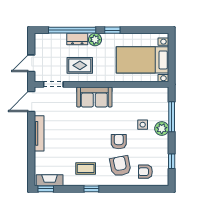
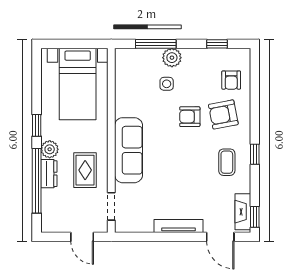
sofa: (94, 97) -> (129, 150), width x1.36
door: (31, 101) -> (220, 237), moved

